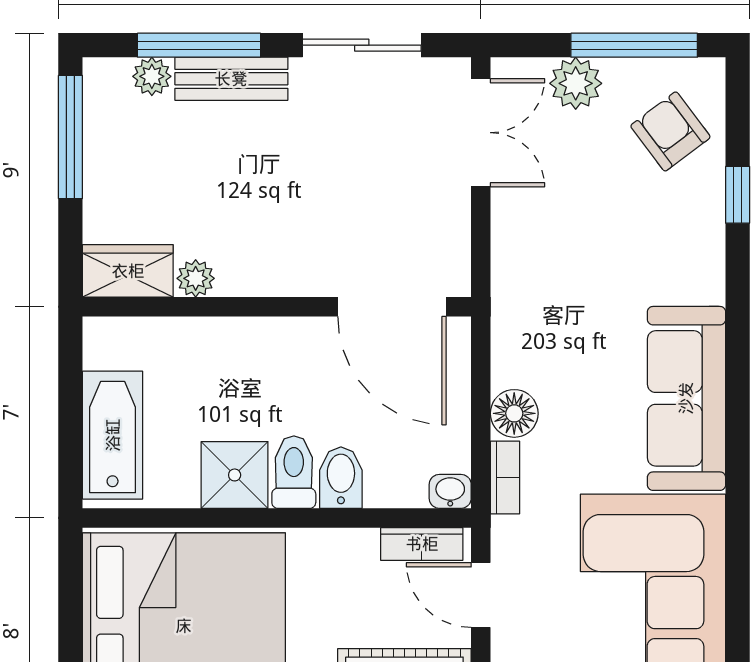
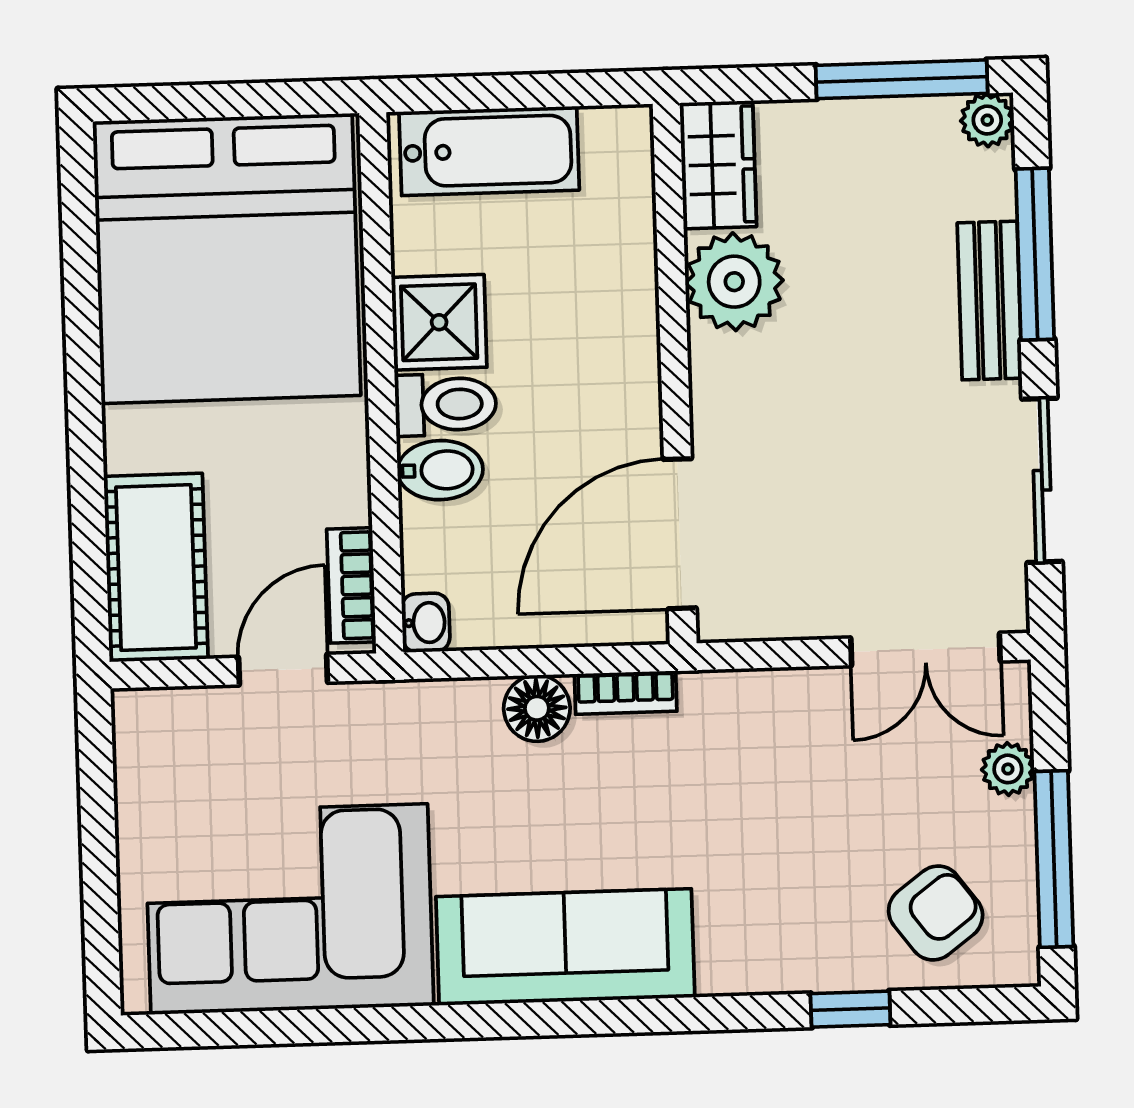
plant: (152, 76) -> (987, 120), moved
plant: (576, 83) -> (1008, 769), width x0.73, depth x0.73
plant: (196, 278) -> (734, 282), width x1.87, depth x1.87
bookcase: (505, 478) -> (626, 693), moved

